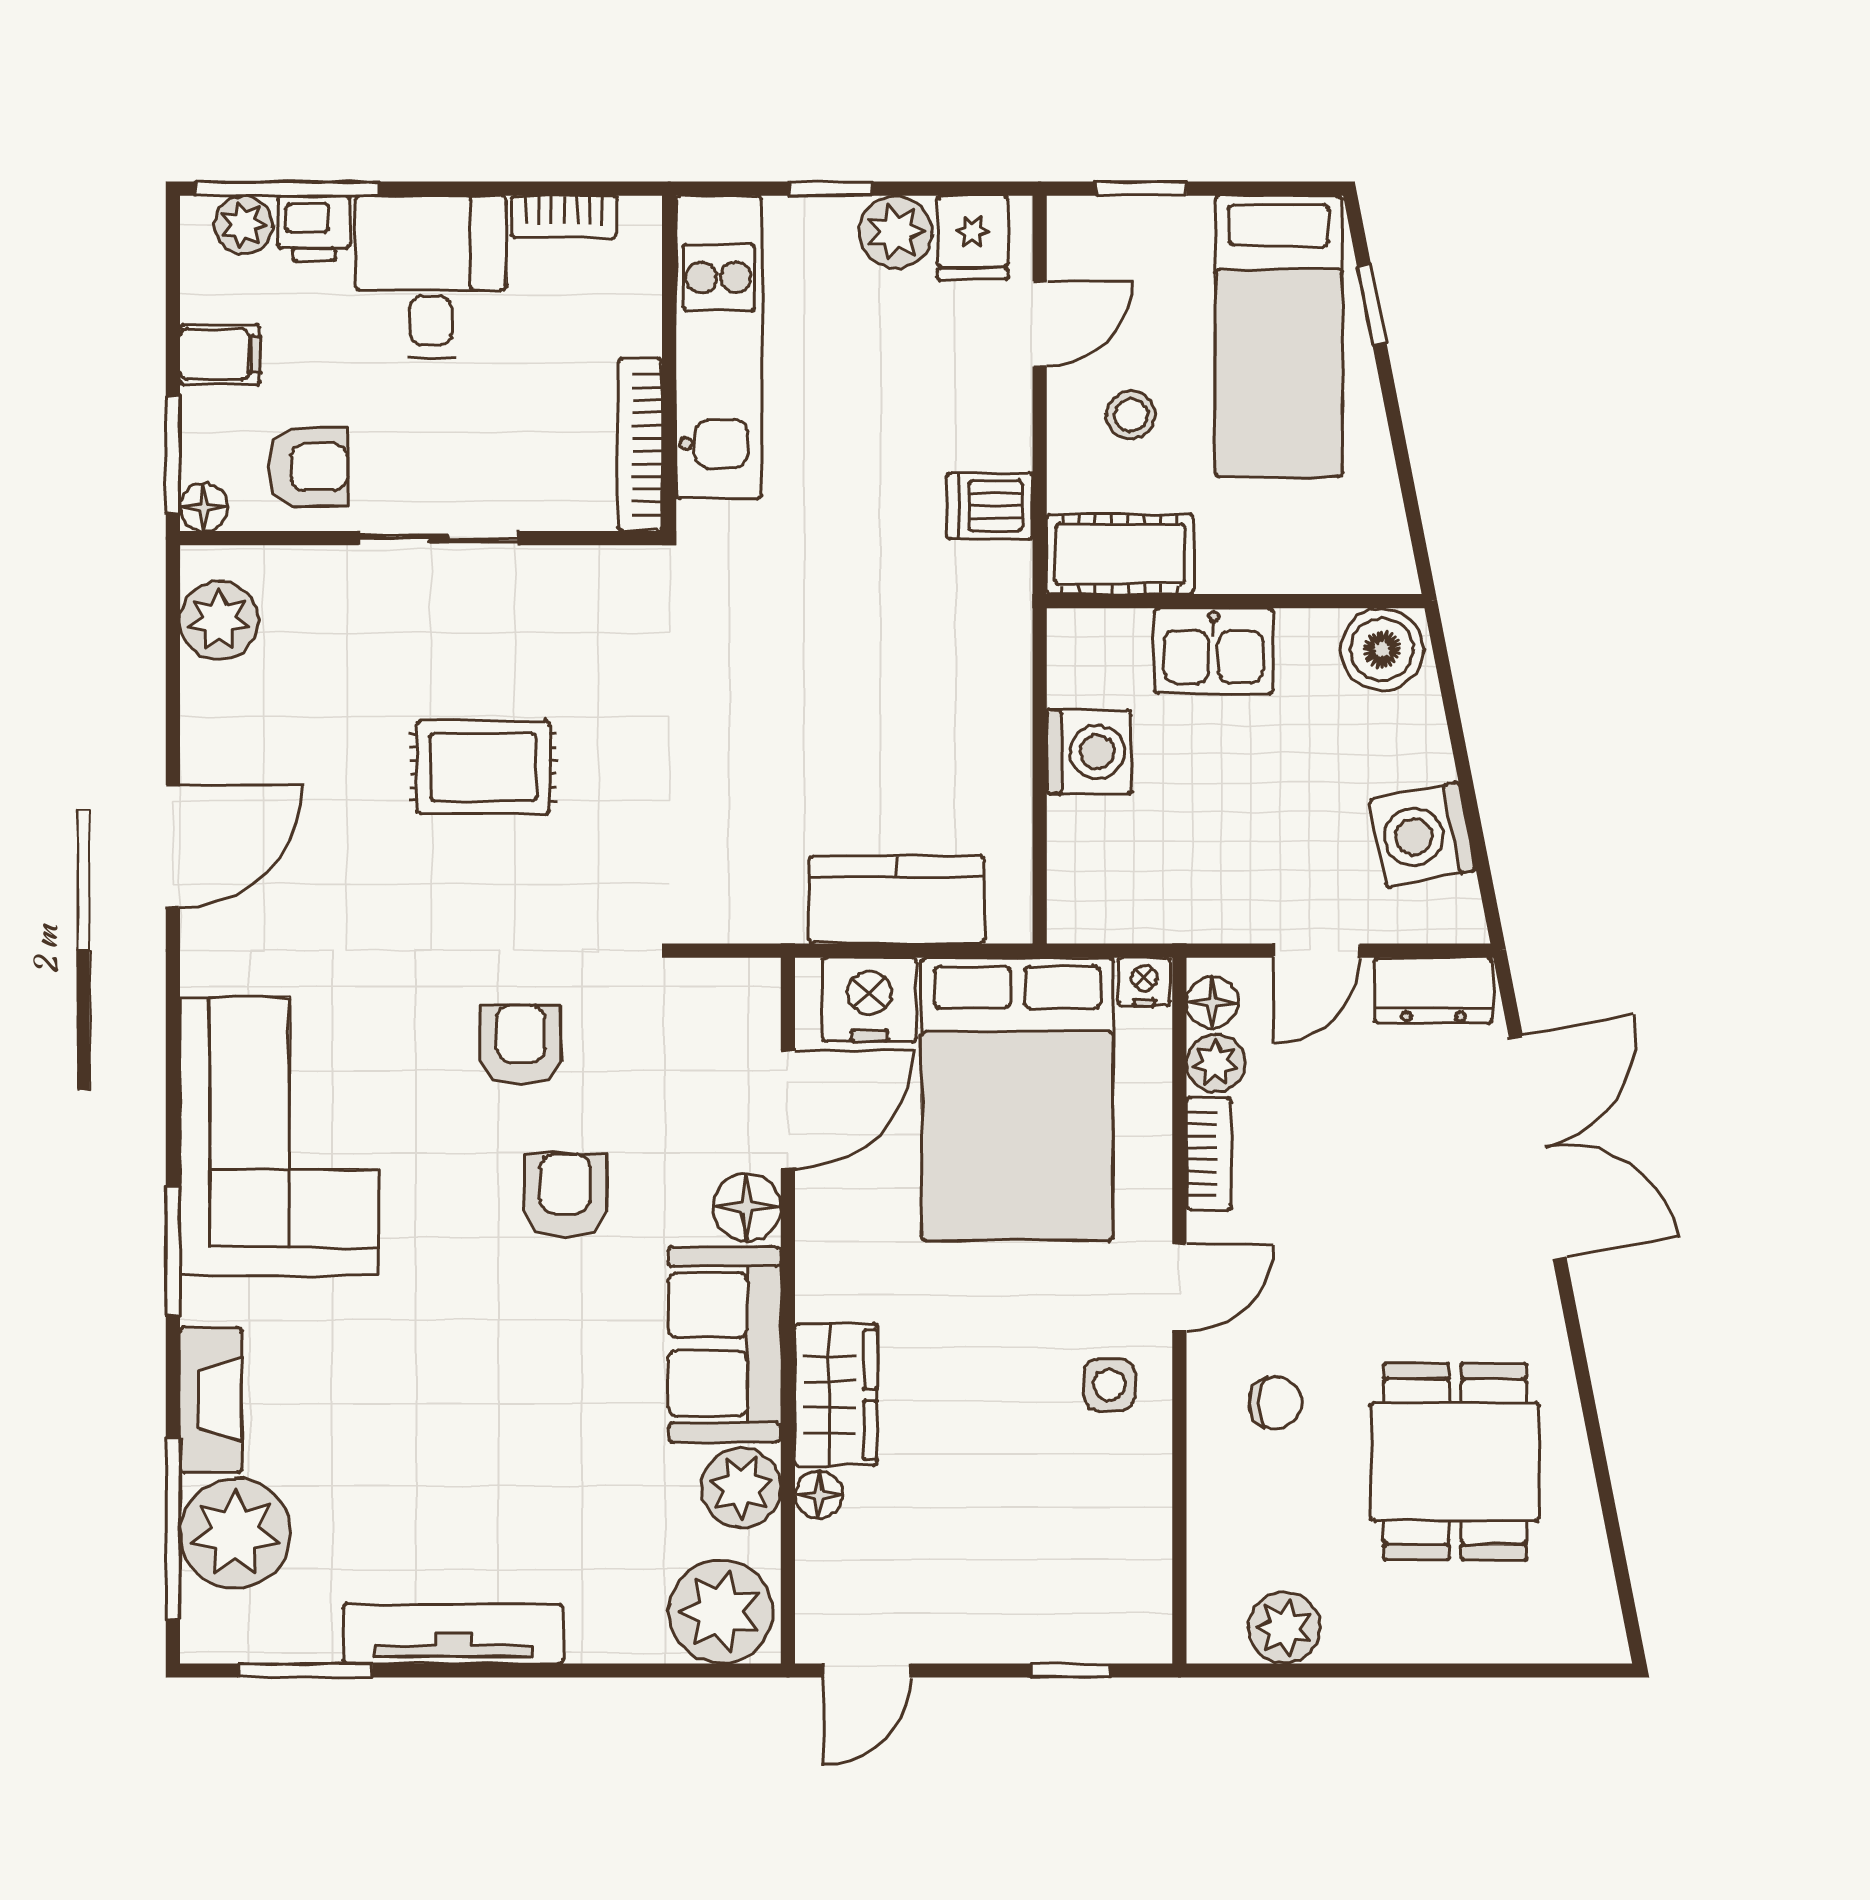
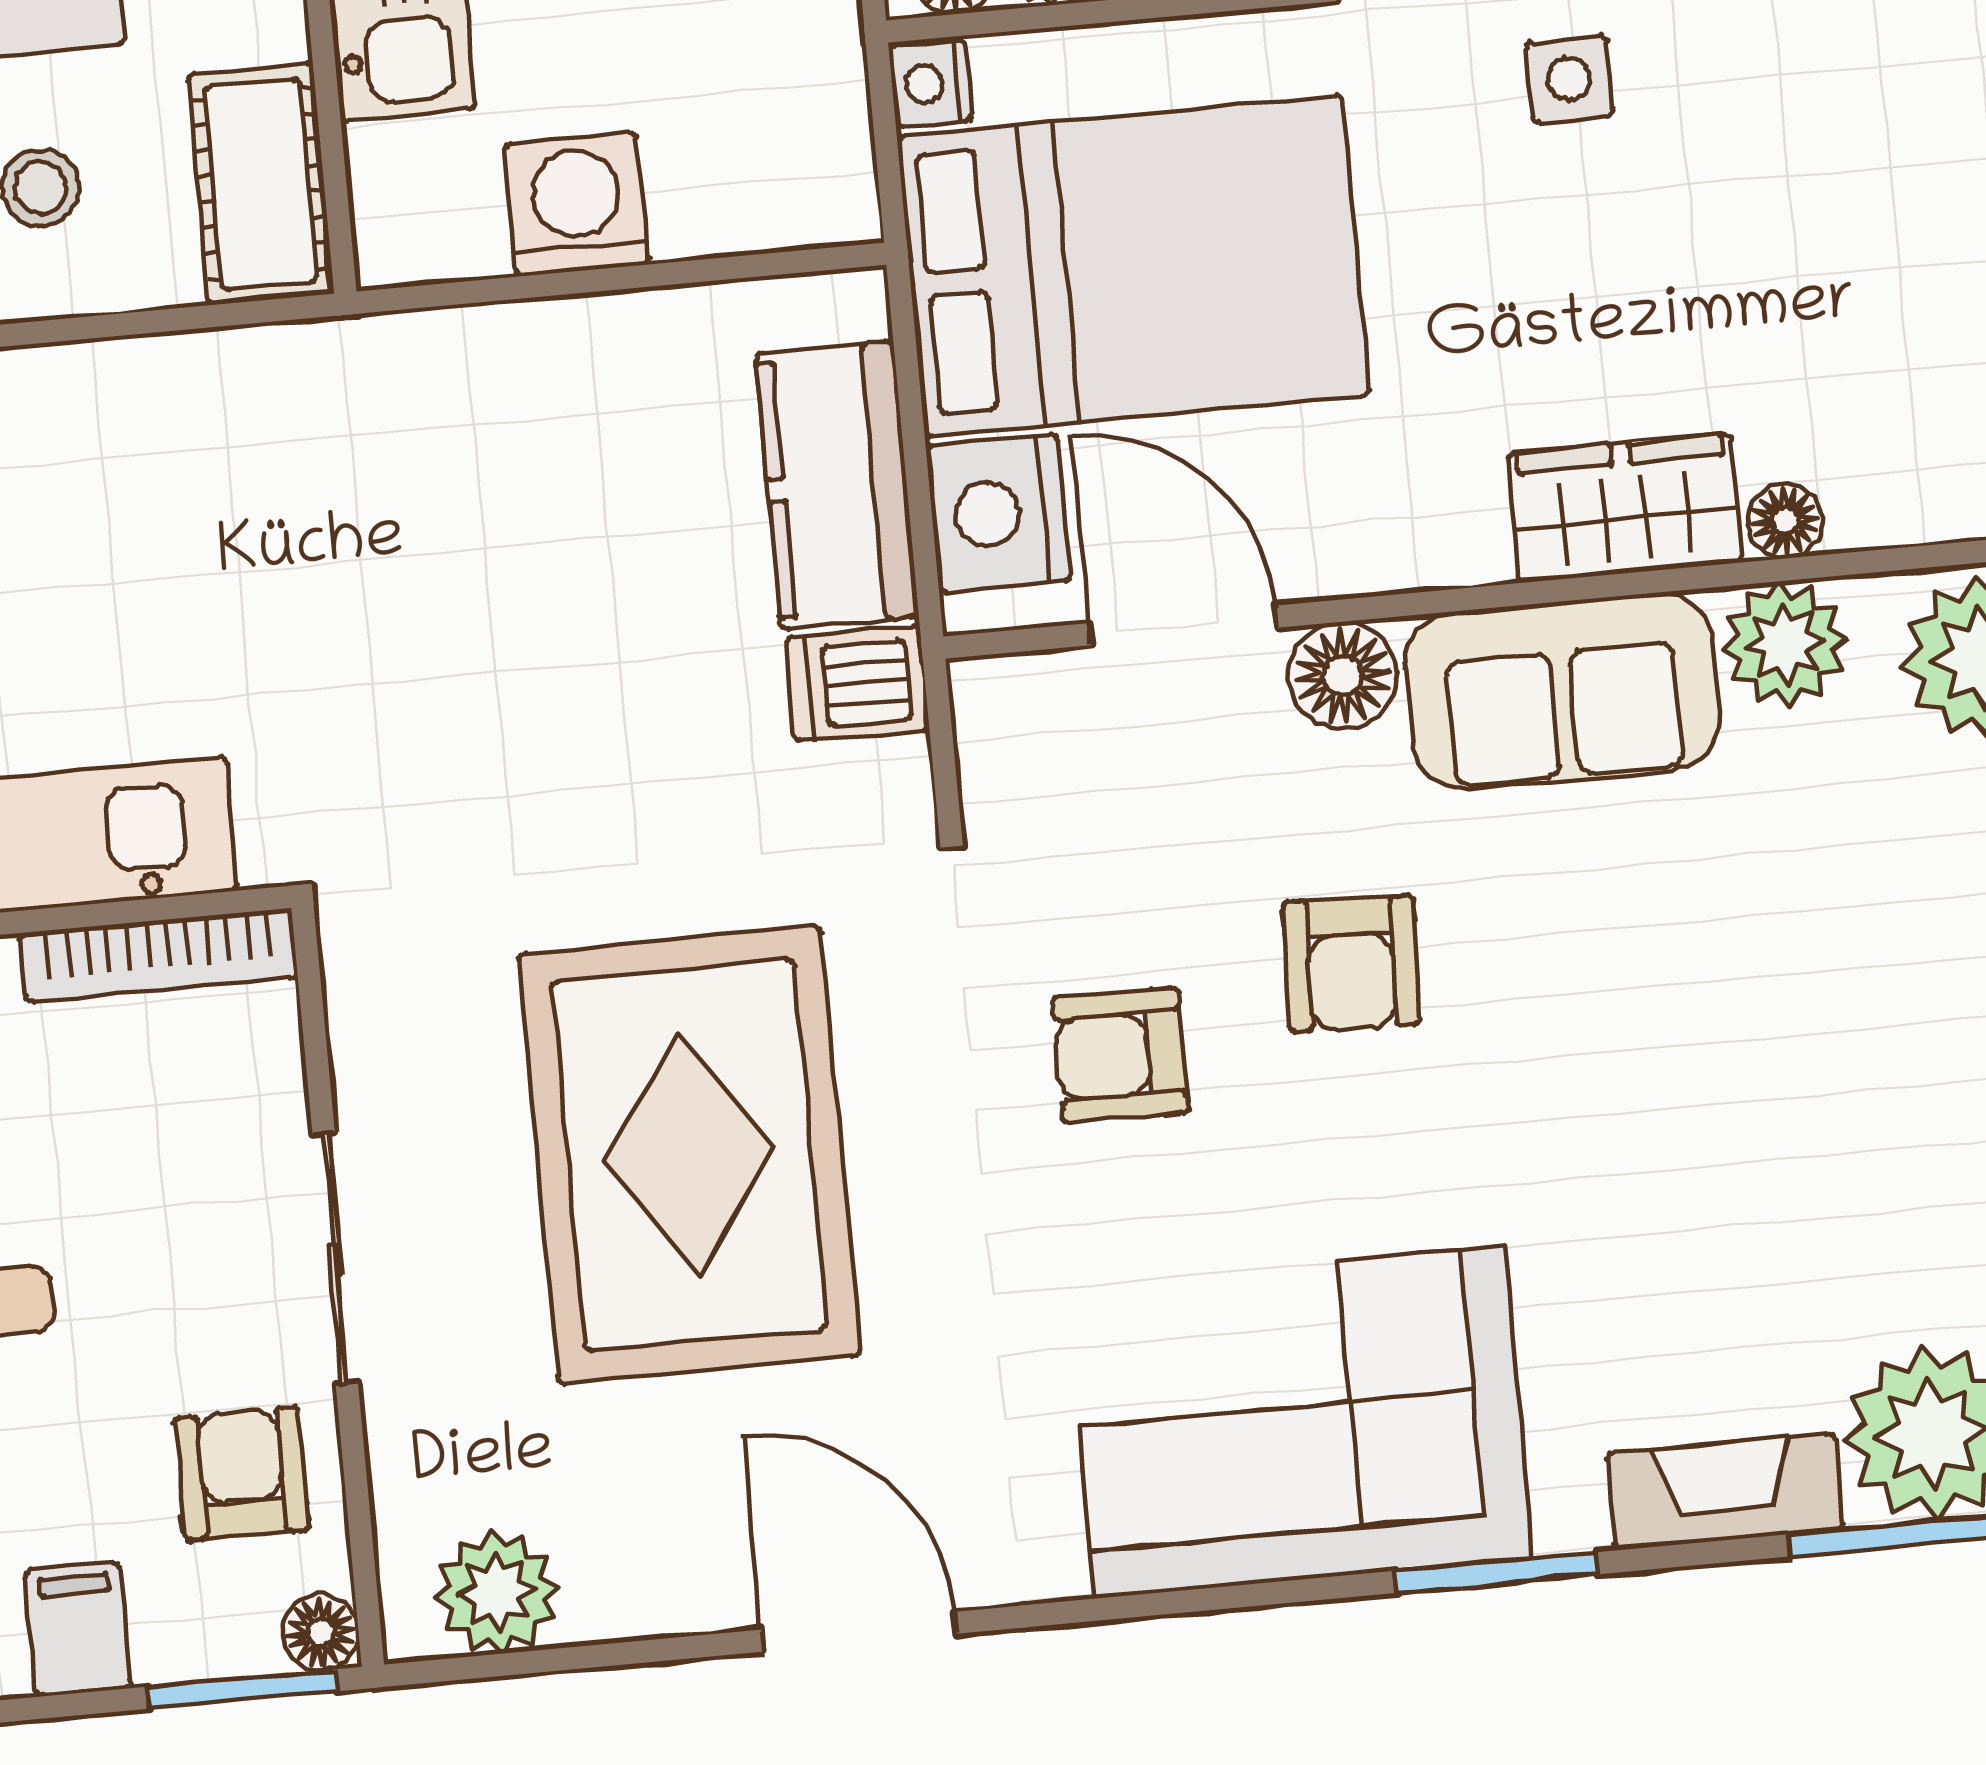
dishwasher: (990, 506) -> (857, 684), moved, turned 90
rug: (483, 767) -> (689, 1155), width x1.86, depth x2.06
armchair: (565, 1196) -> (1351, 963), turned -88

